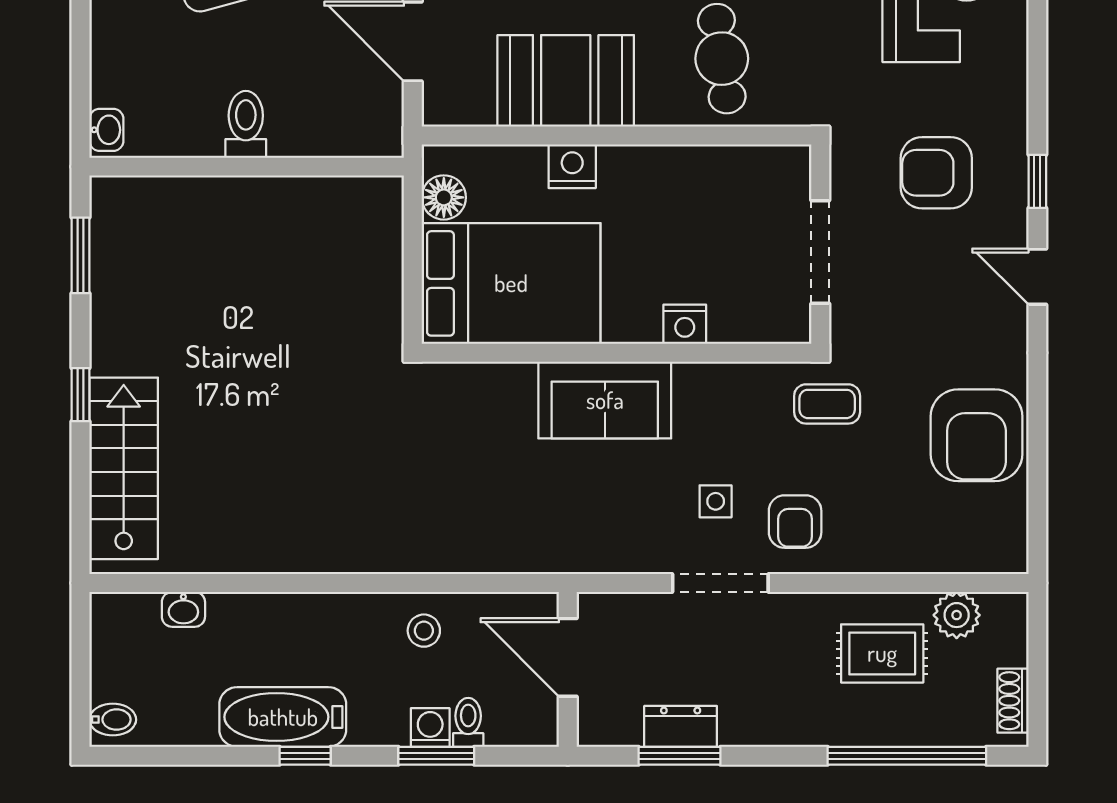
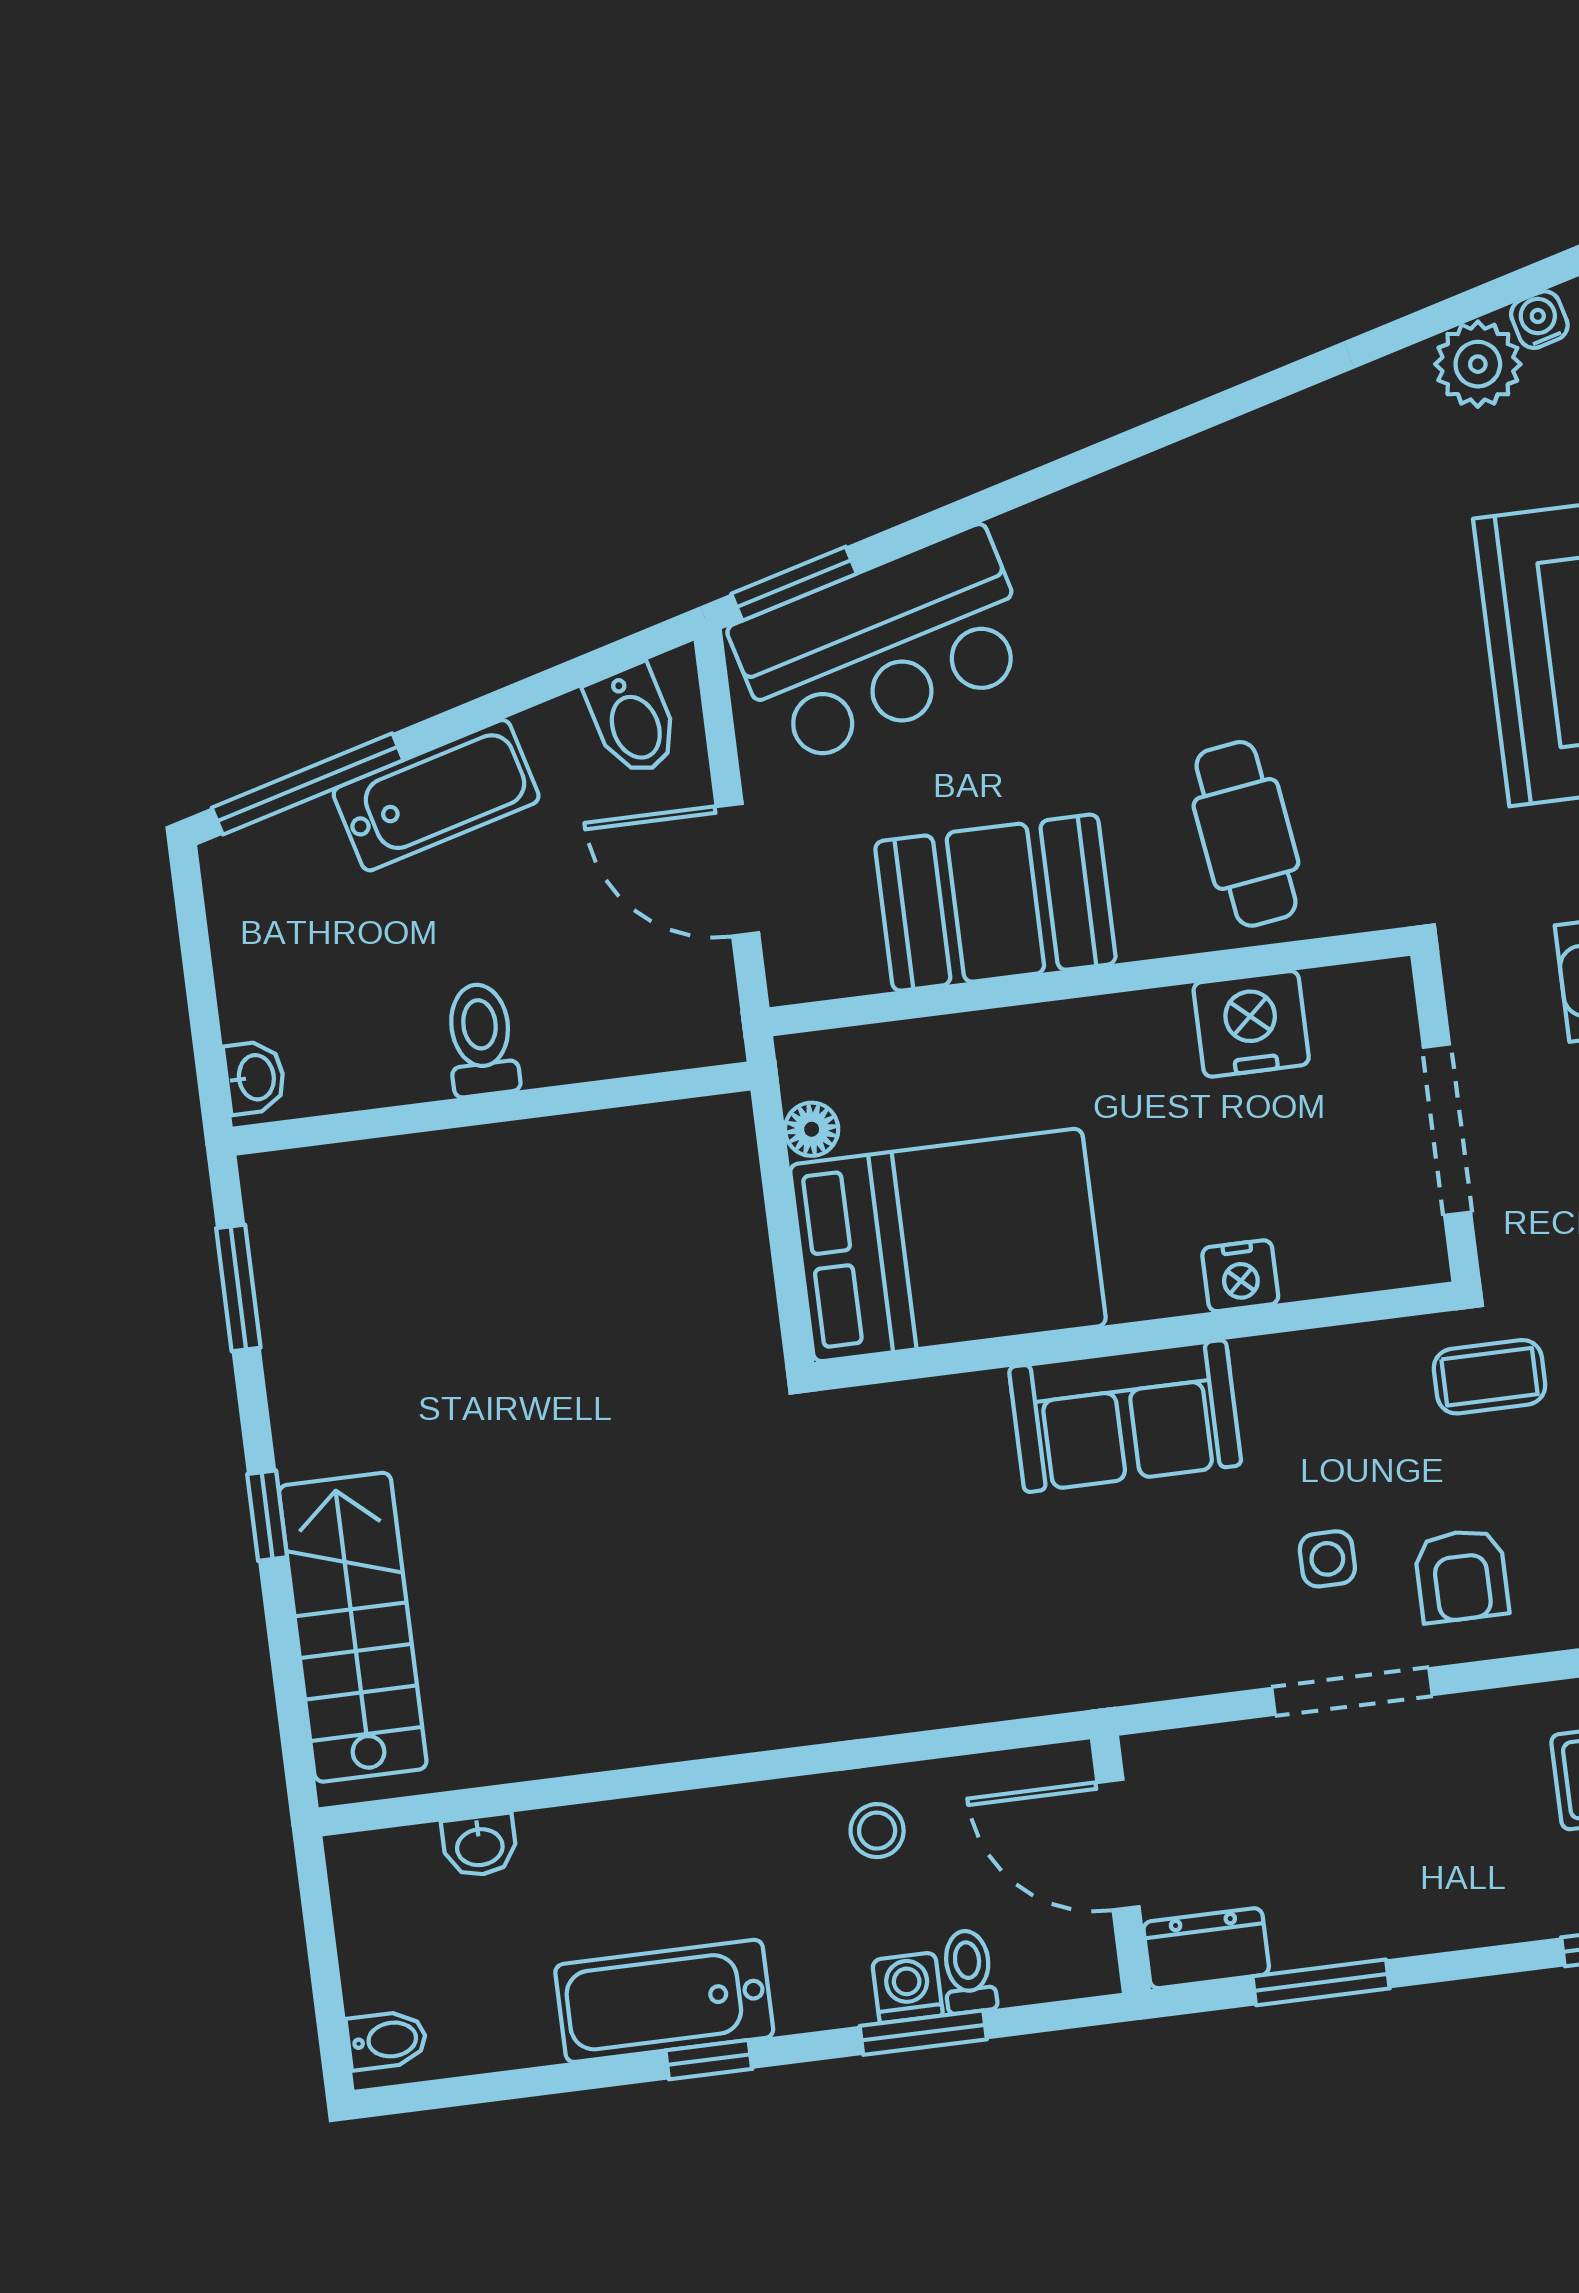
nightstand: (572, 166) -> (1251, 1024), moved, width x1.36, depth x1.33
floor lamp: (444, 197) -> (812, 1129), width x0.73, depth x0.73
dresser: (681, 726) -> (1206, 1948), moved

